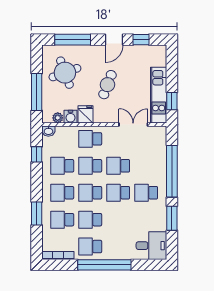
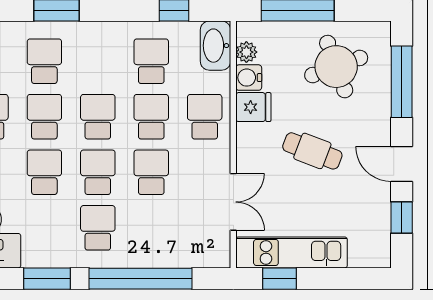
washbasin: (48, 131) -> (216, 46), width x1.91, depth x1.45
school desk: (62, 193) -> (44, 172), moved

